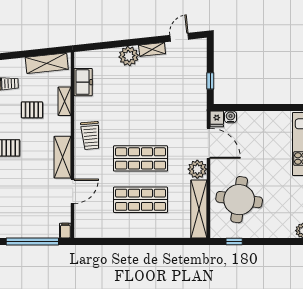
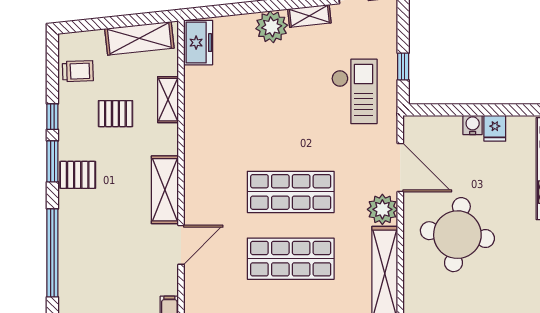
freezer: (83, 82) -> (198, 43), moved
checkout: (180, 96) -> (354, 91), added
water cooler: (230, 117) -> (473, 125), moved
fridge: (217, 119) -> (495, 128), moved
trolley: (90, 135) -> (210, 155), removed
round table: (239, 200) -> (457, 235), moved

